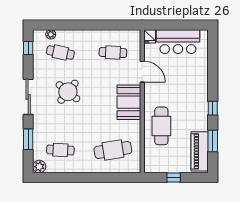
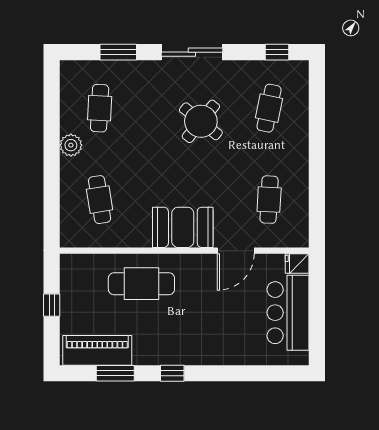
plant: (51, 34) -> (301, 91), removed
cafe table: (113, 150) -> (100, 200), width x0.73, depth x0.74
plant: (39, 167) -> (71, 145), moved

